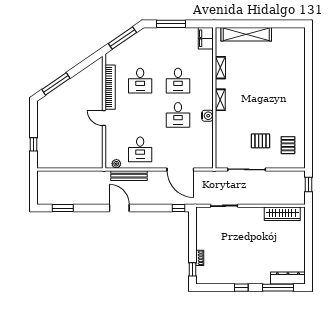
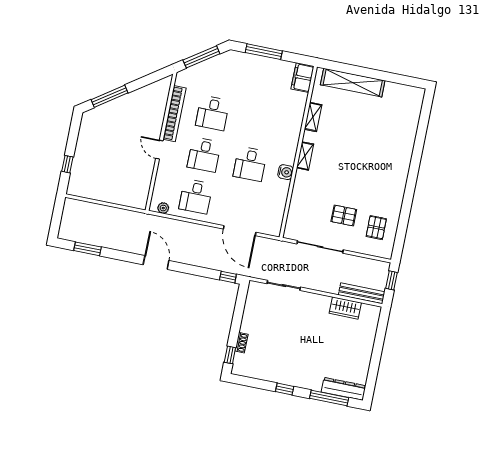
desk: (178, 81) -> (204, 155), moved
bench: (129, 176) -> (362, 293), moved
wardrobe: (282, 214) -> (345, 308), width x0.67

